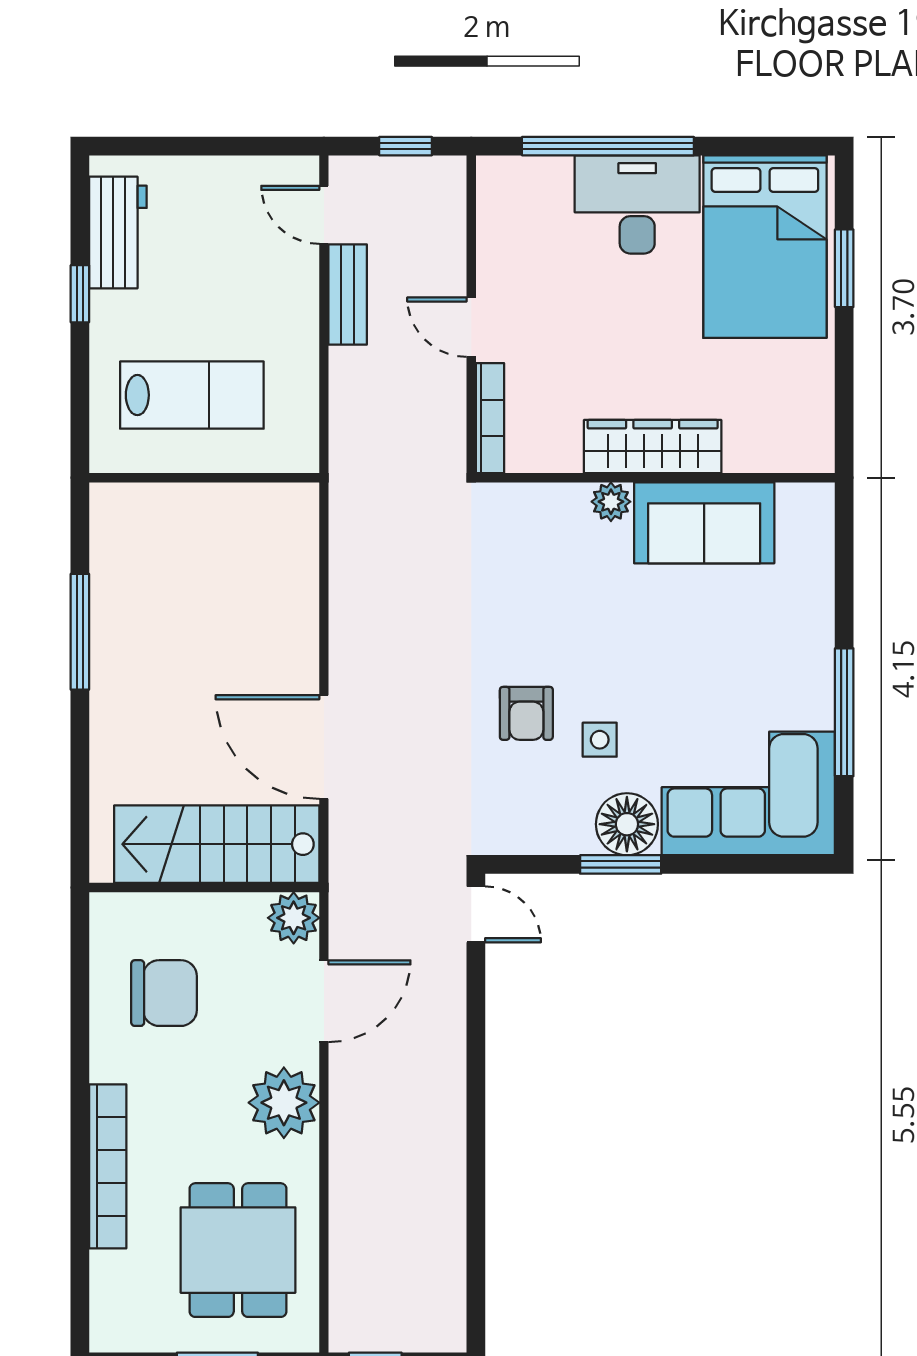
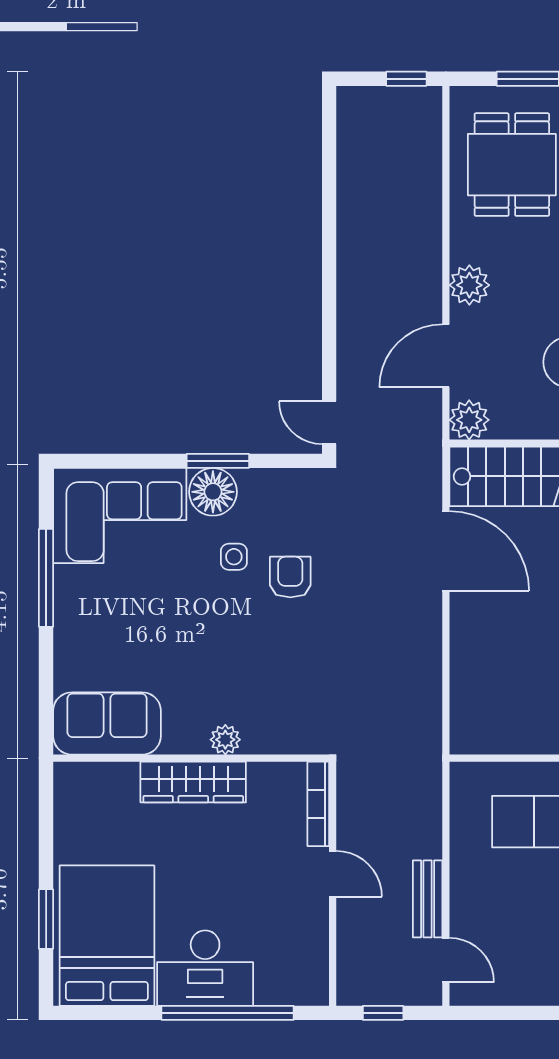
sofa: (704, 523) -> (107, 723), moved
plant: (284, 1103) -> (469, 285), width x0.73, depth x0.73

